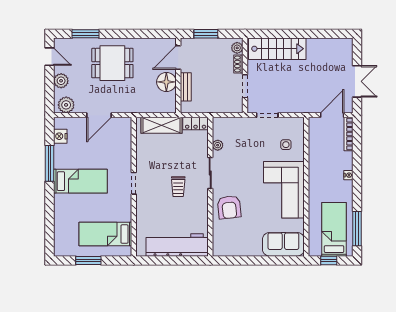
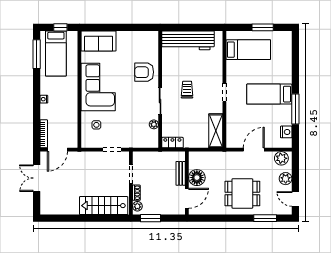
window: (206, 34) -> (151, 218), moved
shelving: (161, 125) -> (216, 131), moved, turned 90
armchair: (229, 207) -> (144, 72), turned -84

